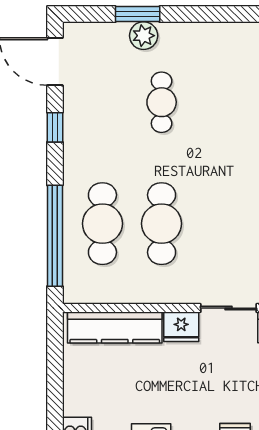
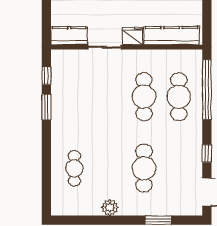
plant: (144, 36) -> (110, 207), moved
cafe table: (162, 102) -> (144, 168), width x1.37, depth x1.35

